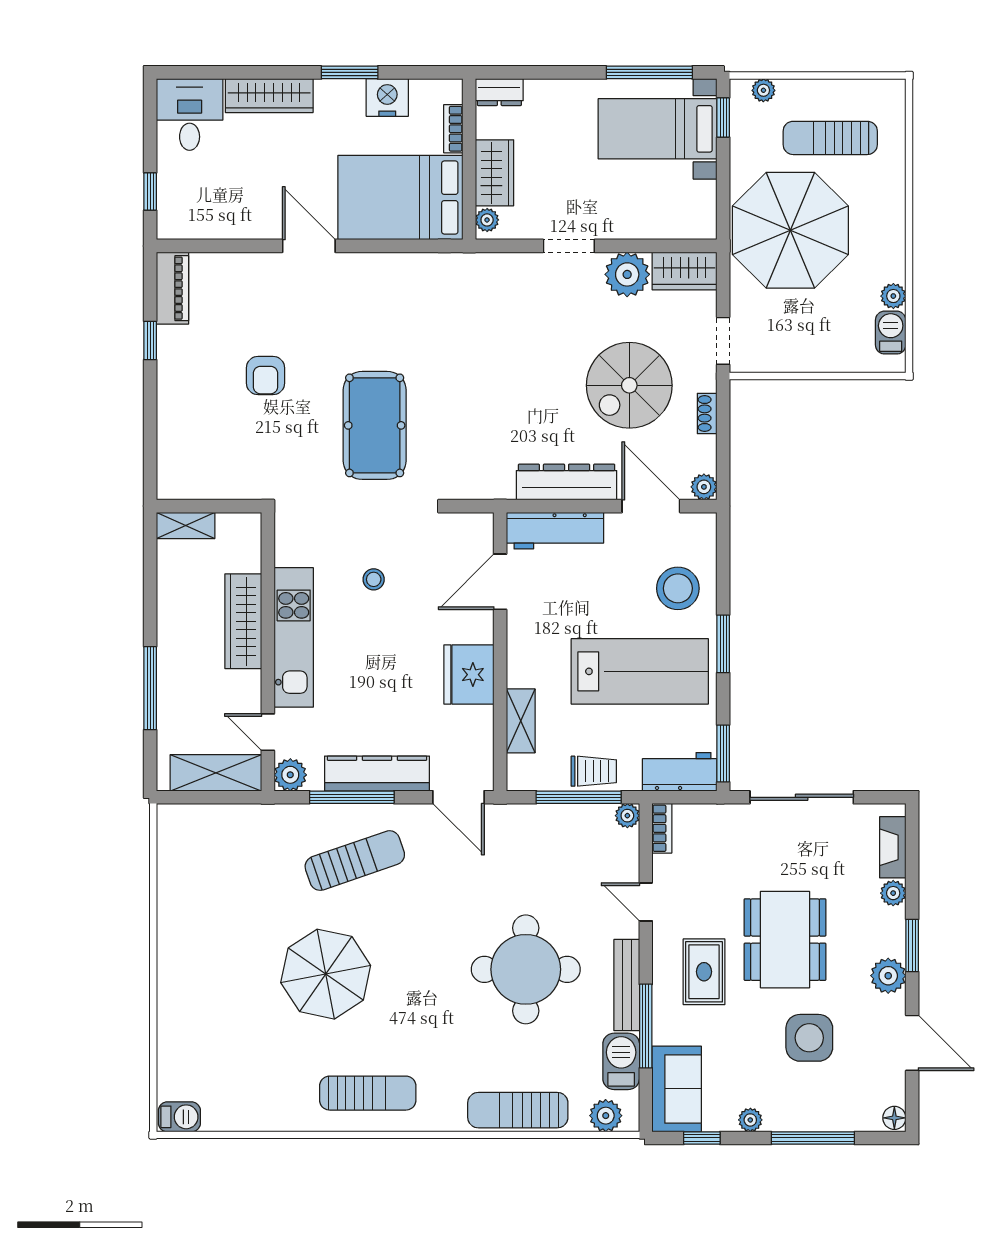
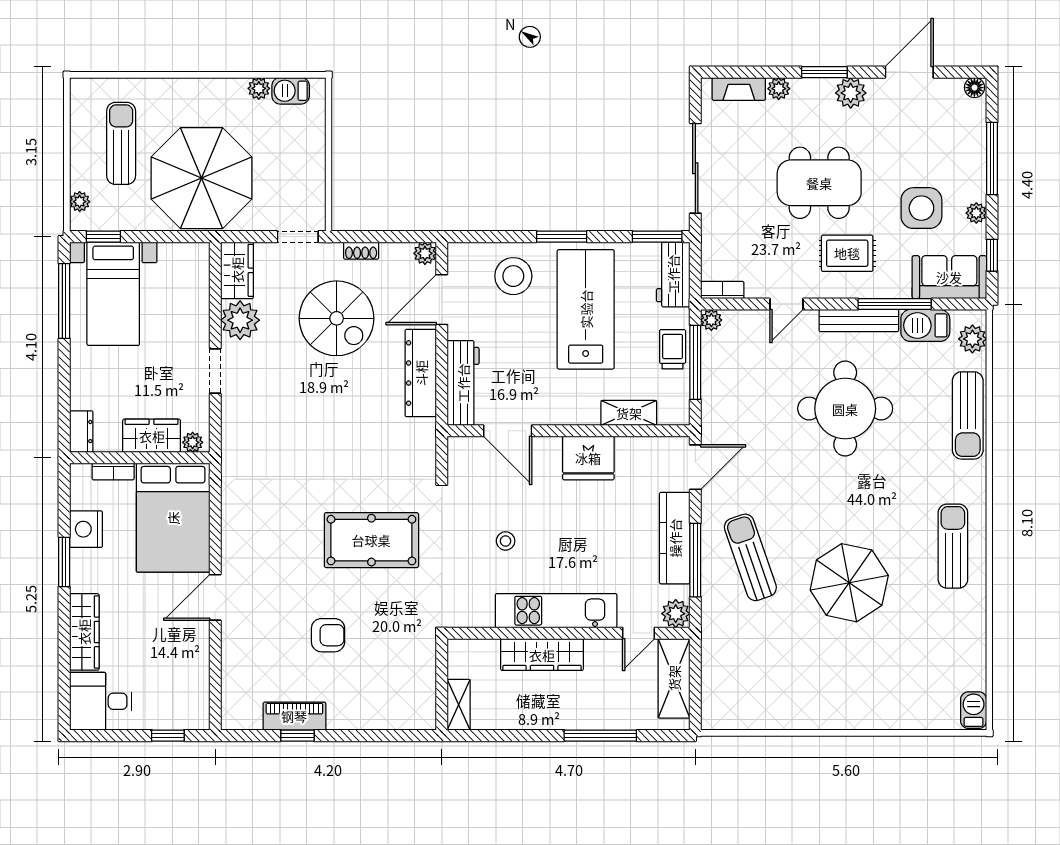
sun lounger: (830, 138) -> (121, 143), turned 180
piano: (172, 288) -> (294, 716), moved
side table: (809, 1038) -> (921, 208), moved

